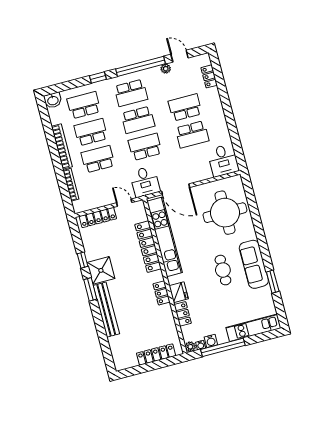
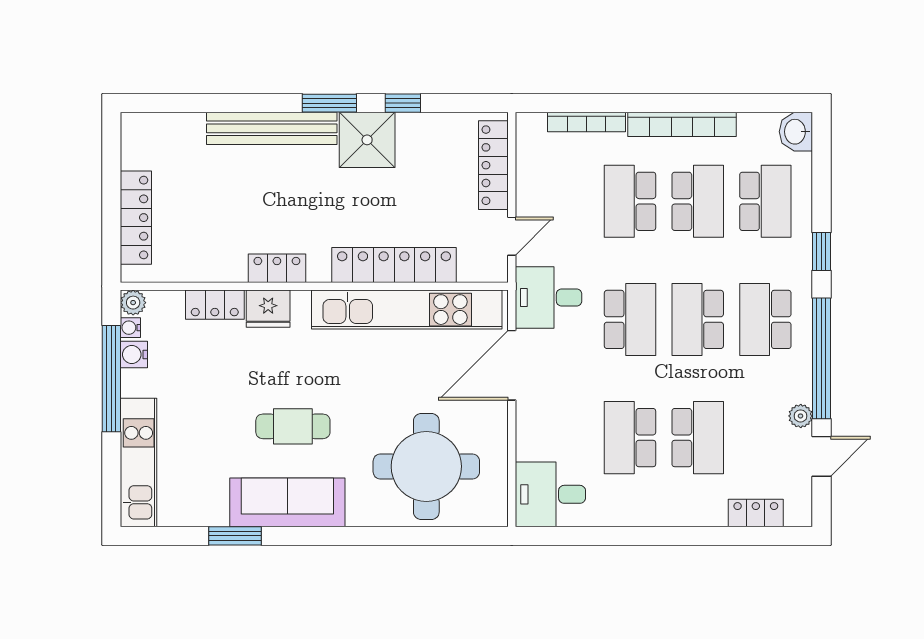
school desk: (98, 159) -> (630, 201), turned 180

